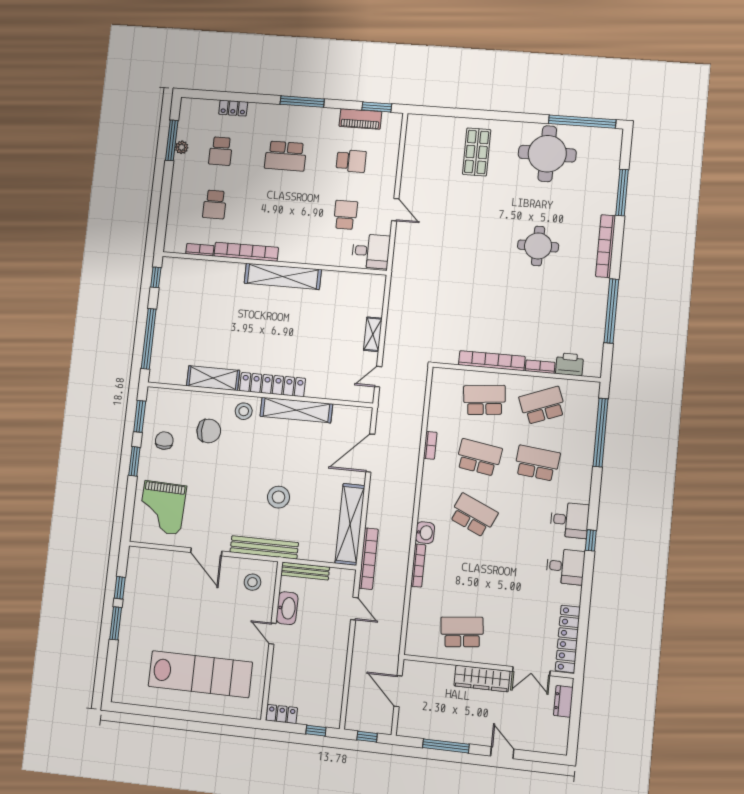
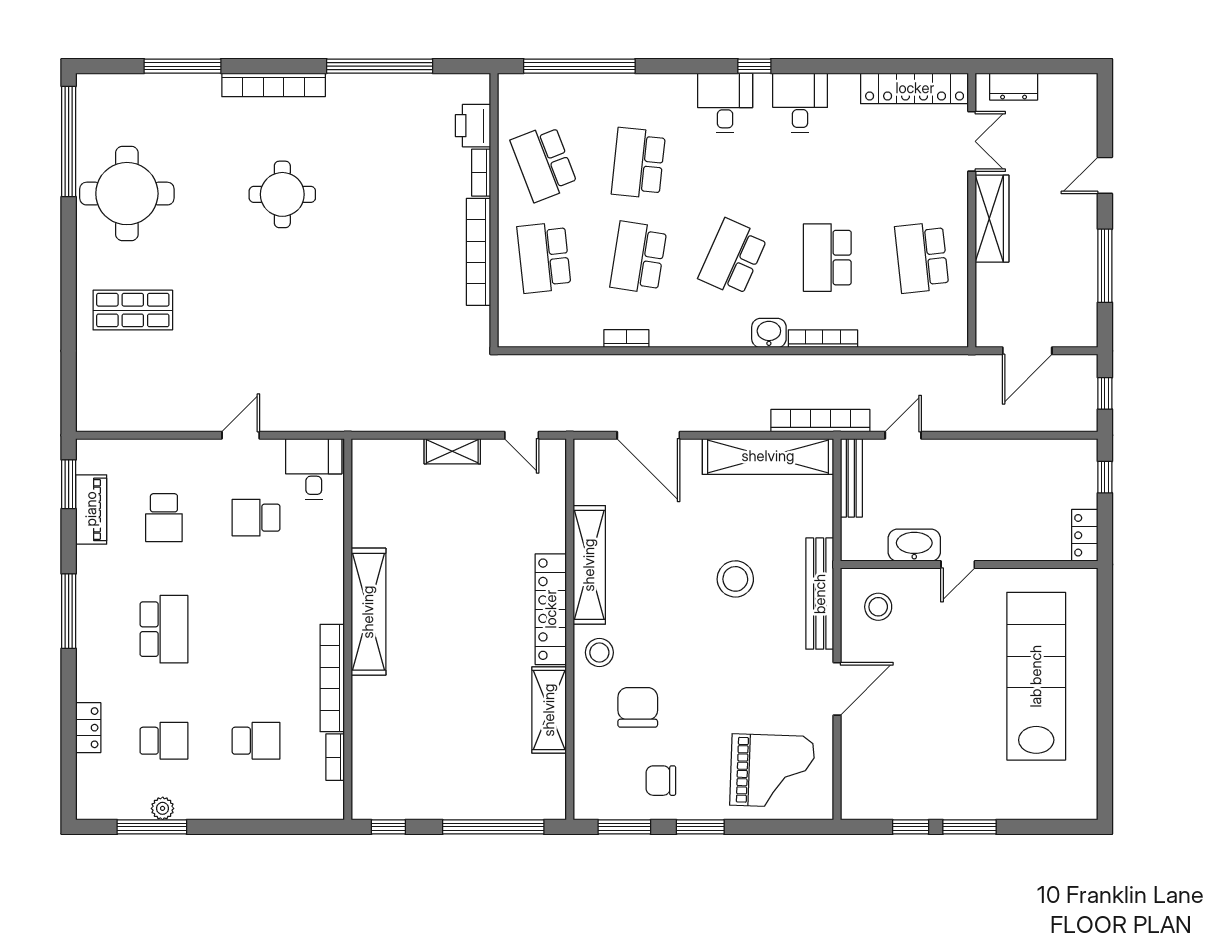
school desk: (351, 161) -> (164, 518), turned 180
bench: (305, 571) -> (851, 478), moved
school desk: (468, 573) -> (827, 258), added

